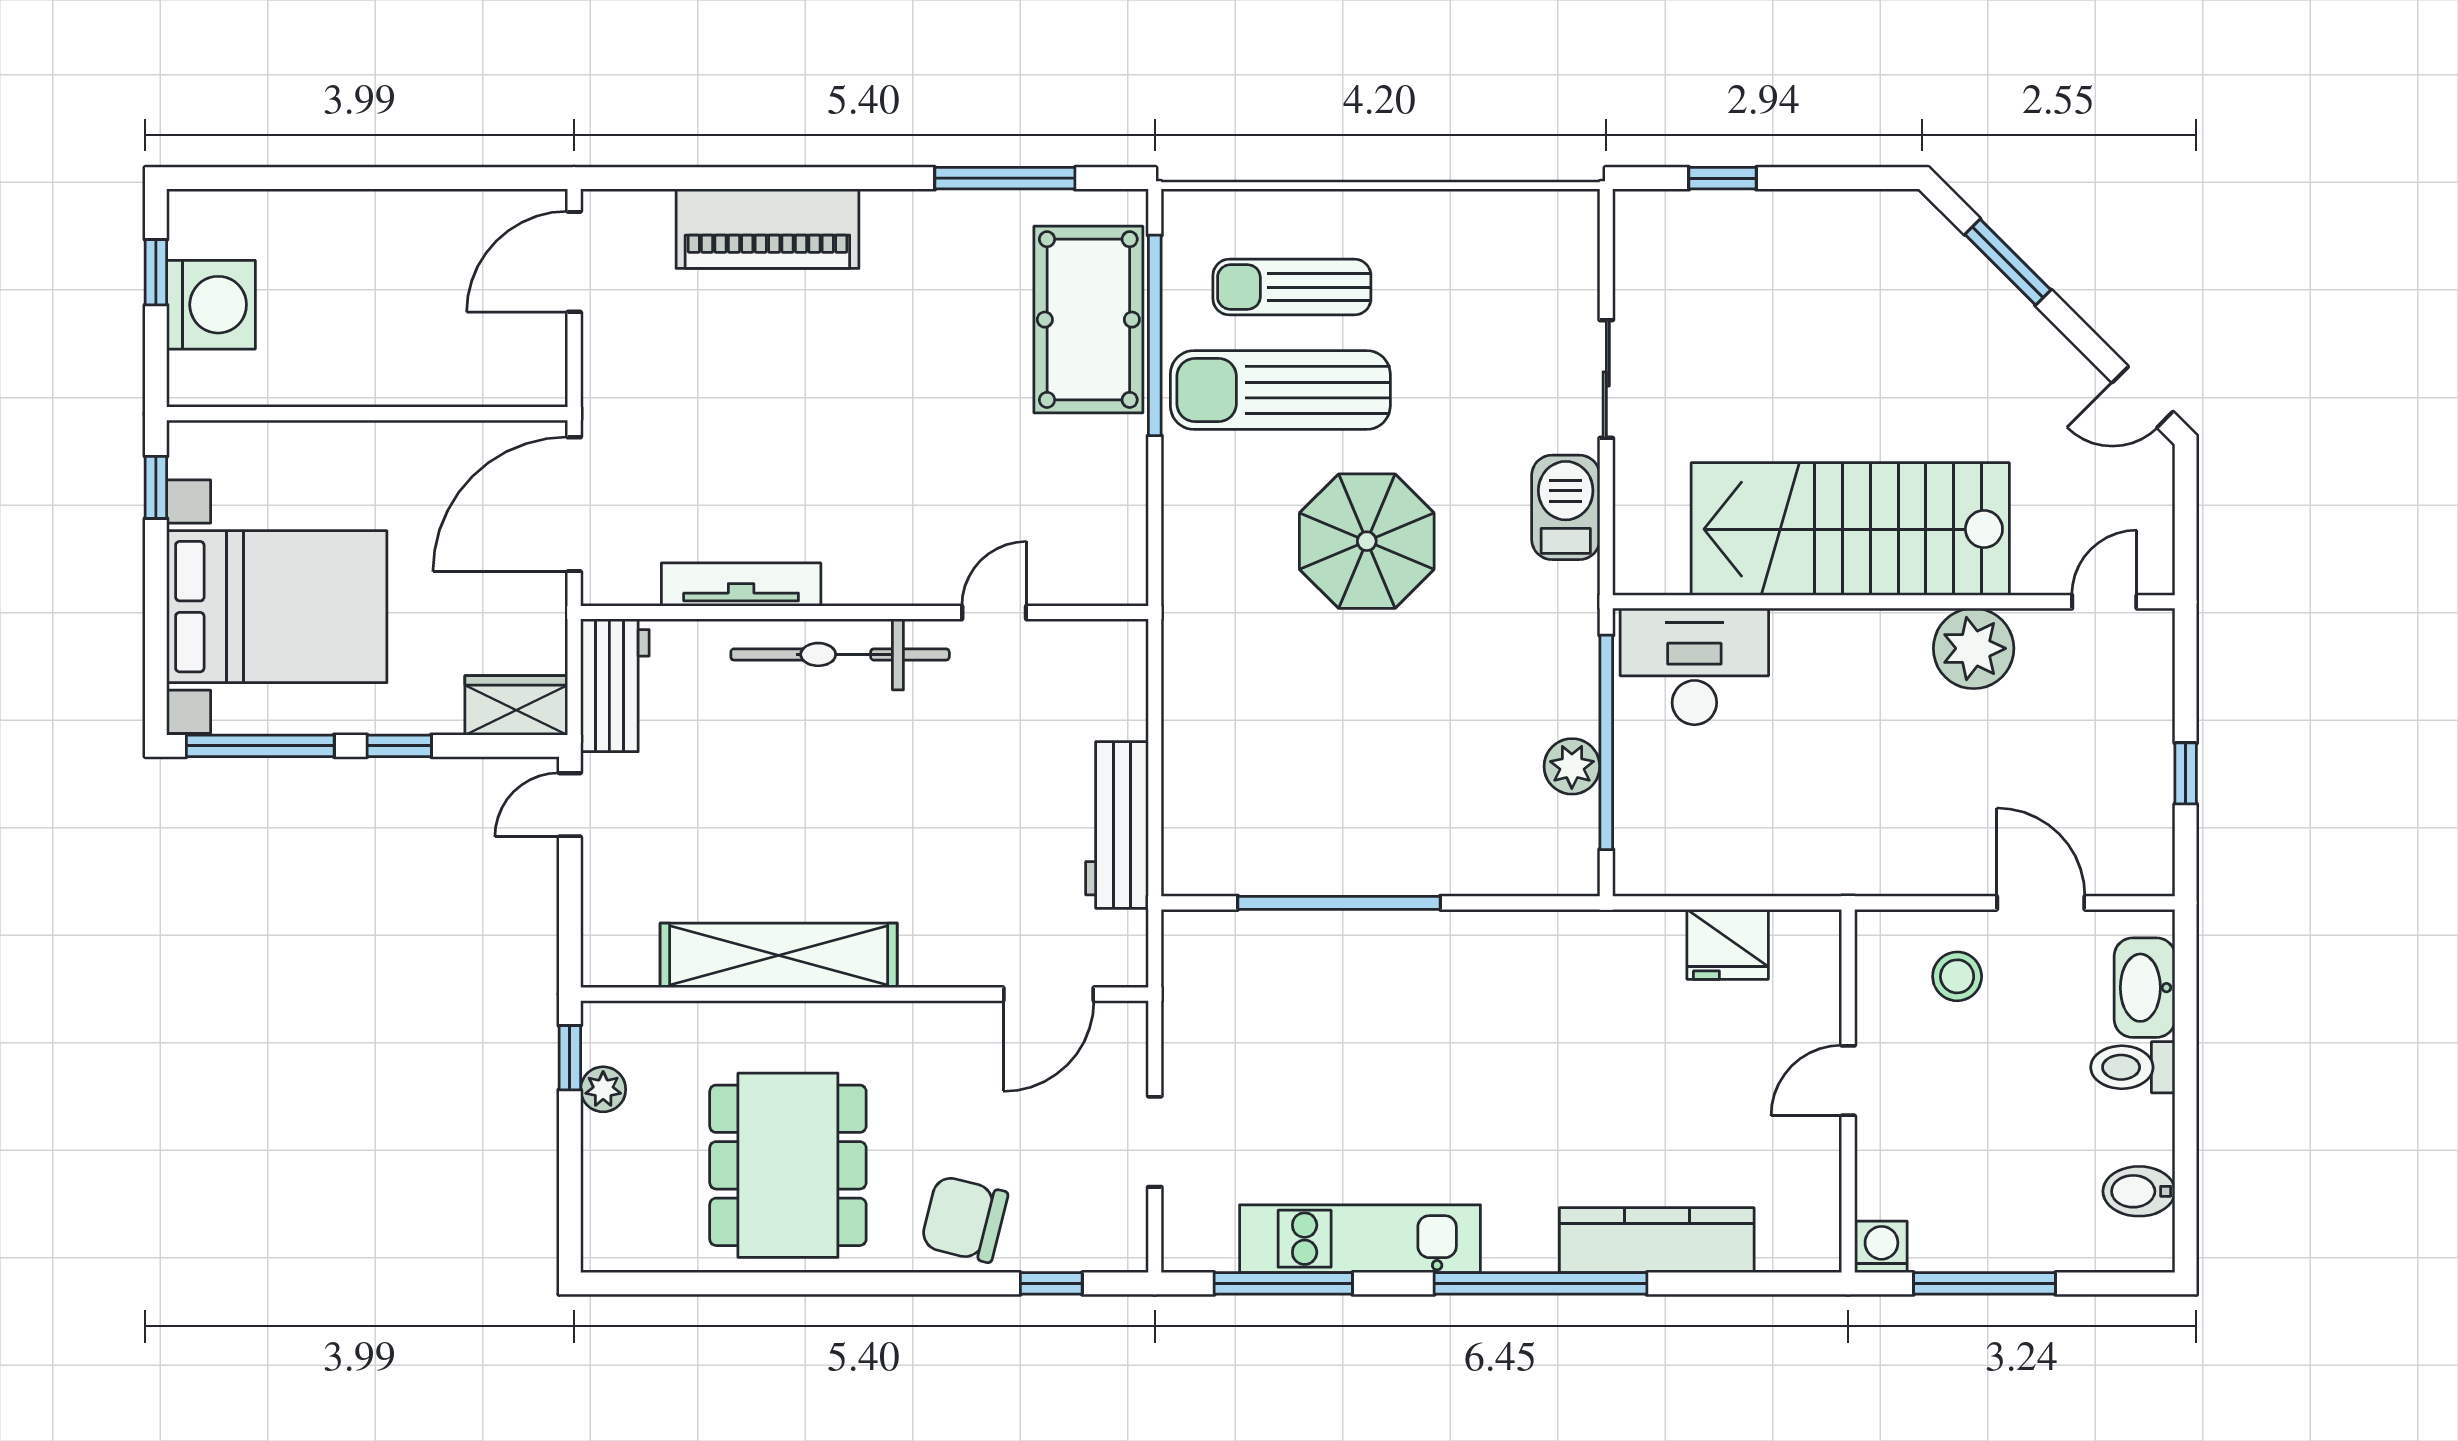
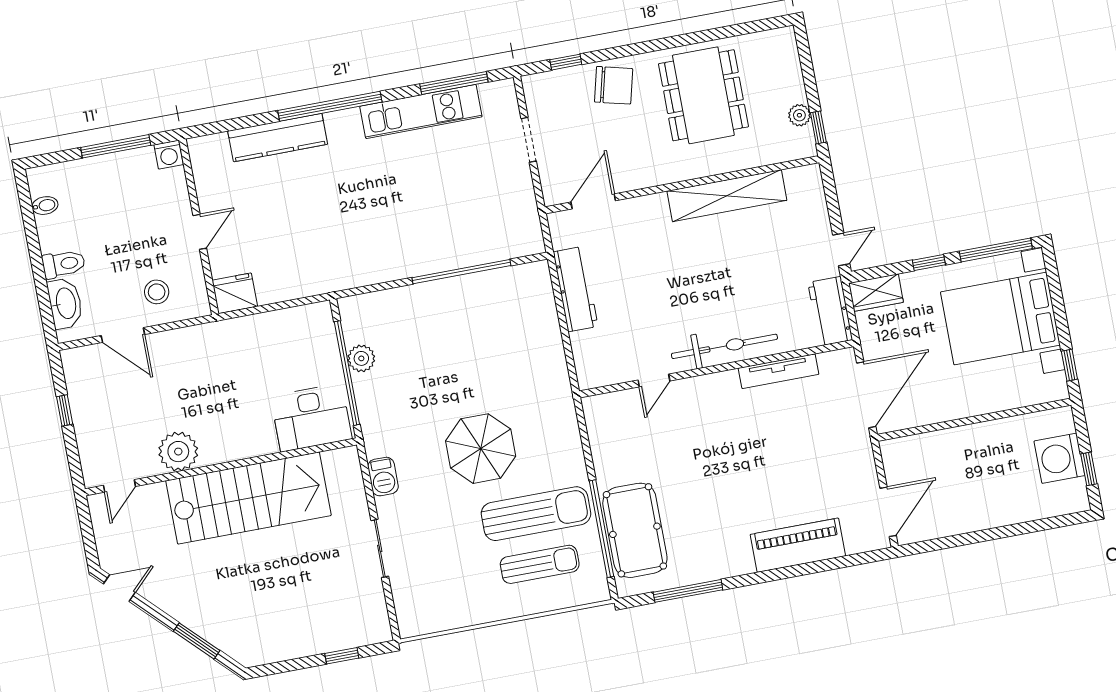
barbecue: (1566, 507) -> (383, 477), width x0.73, depth x0.79
fridge: (1728, 944) -> (235, 293), moved
bidet: (2139, 1191) -> (45, 206), width x0.72, depth x0.74

